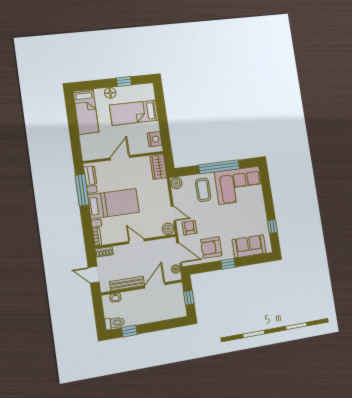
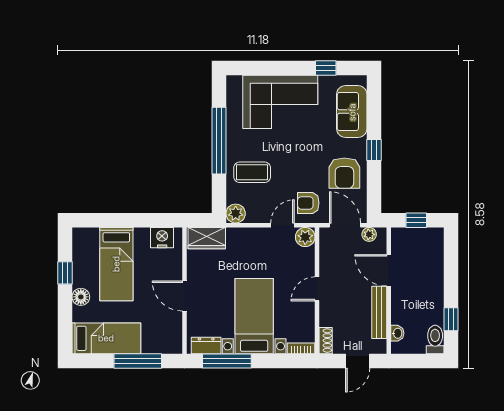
window: (74, 133) -> (138, 361), added
corner sofa: (239, 185) -> (280, 102), moved, turned 90
door: (179, 253) -> (345, 225), hinge flipped

